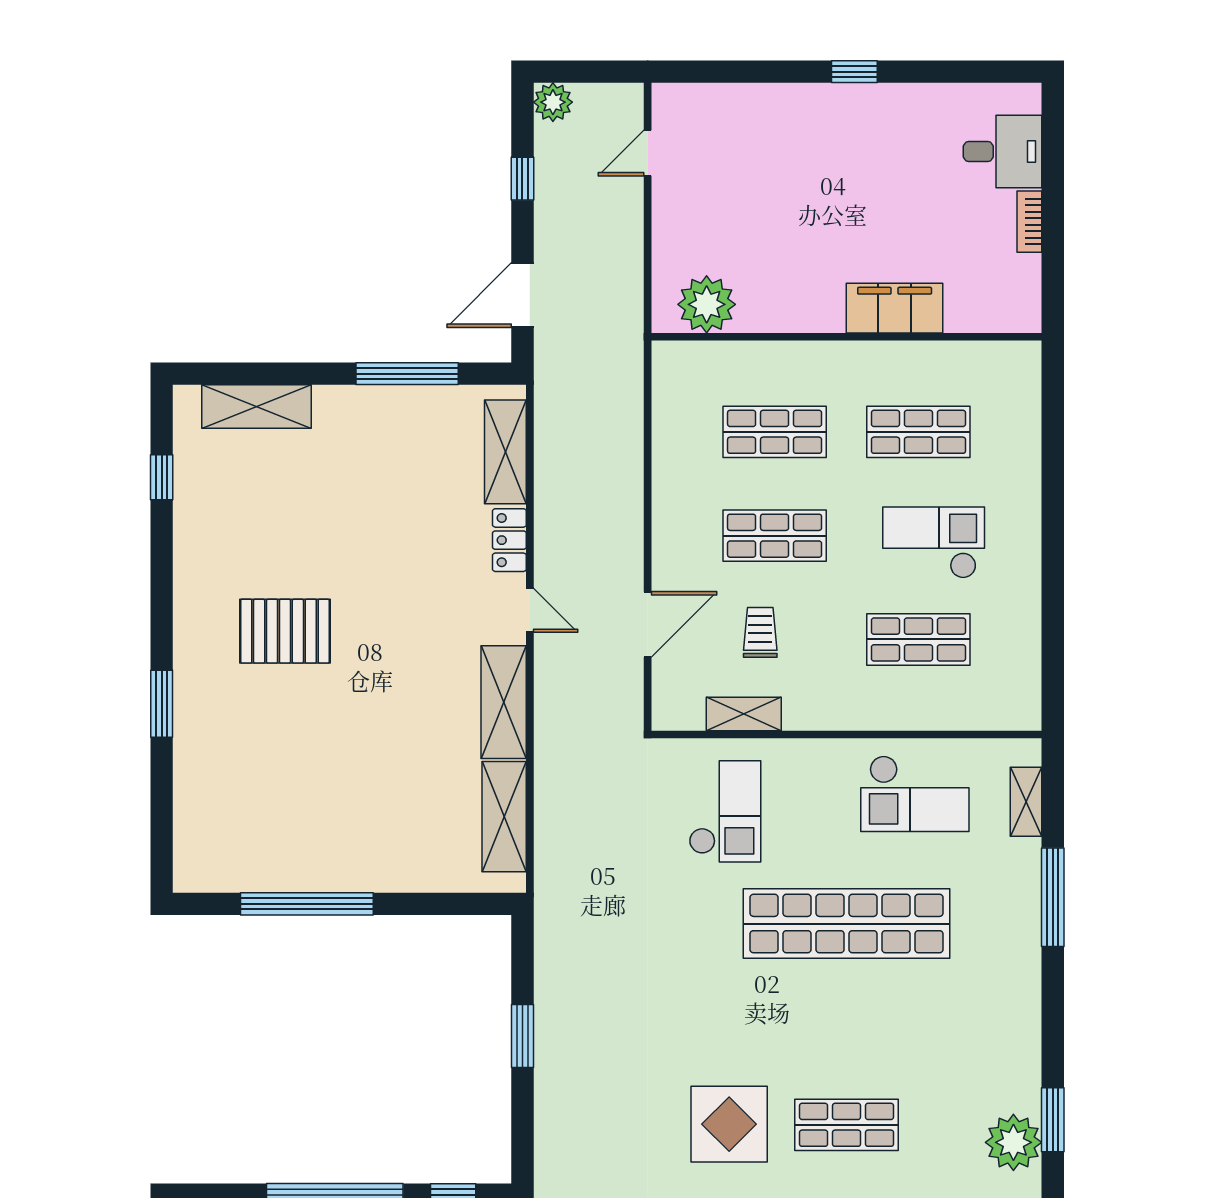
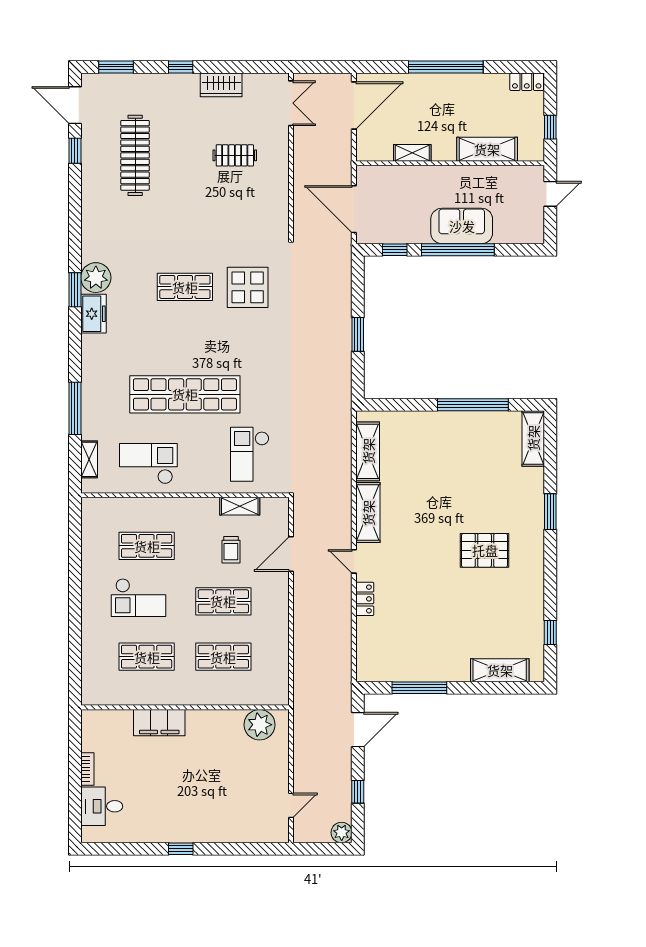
shelving: (505, 452) -> (533, 438), moved
freezer: (1018, 1075) -> (93, 314), added

